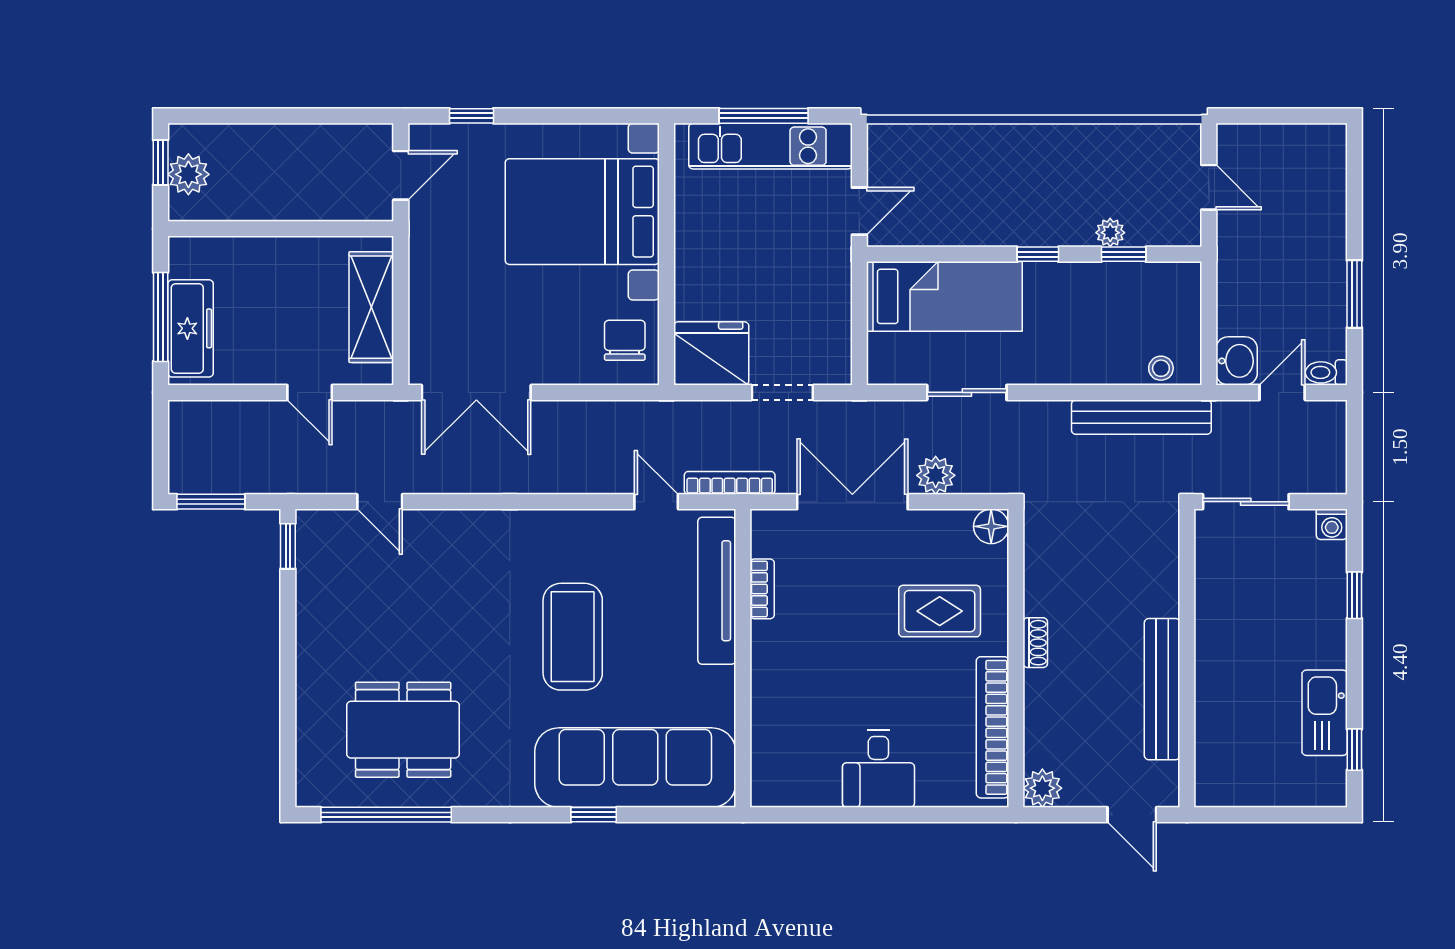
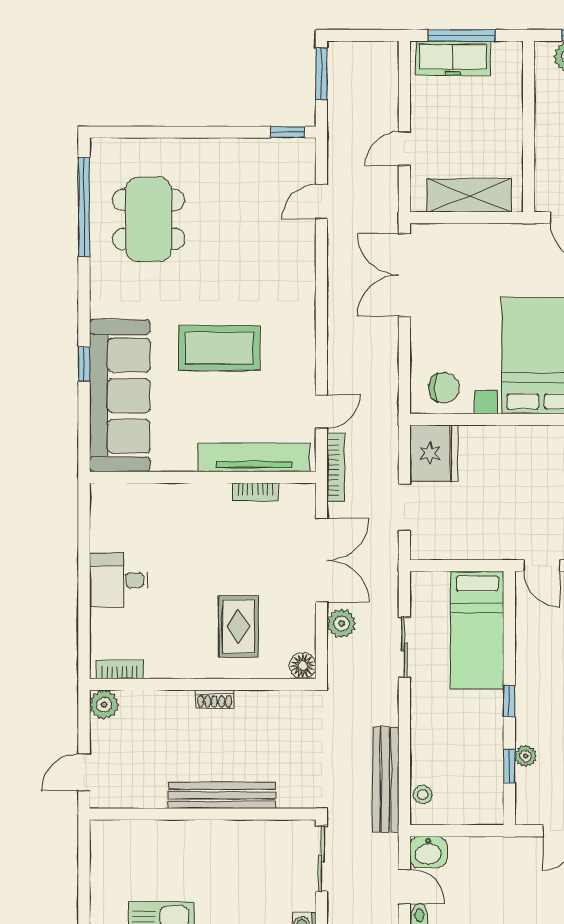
bench: (1162, 689) -> (222, 795), moved
bookcase: (993, 727) -> (120, 670), width x0.43, depth x0.76

